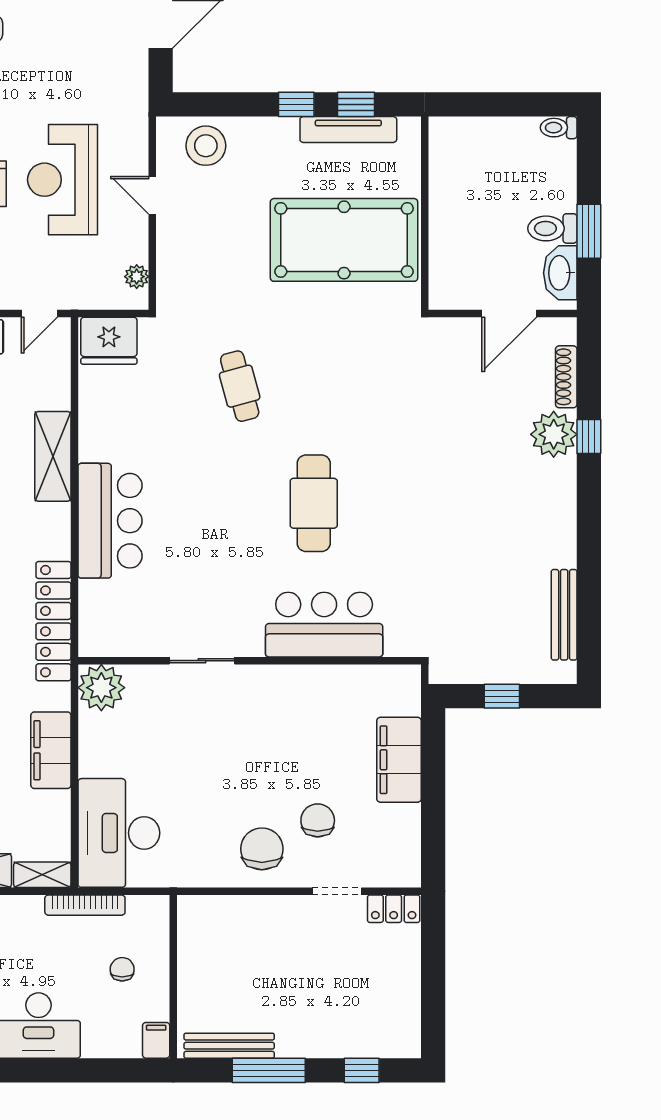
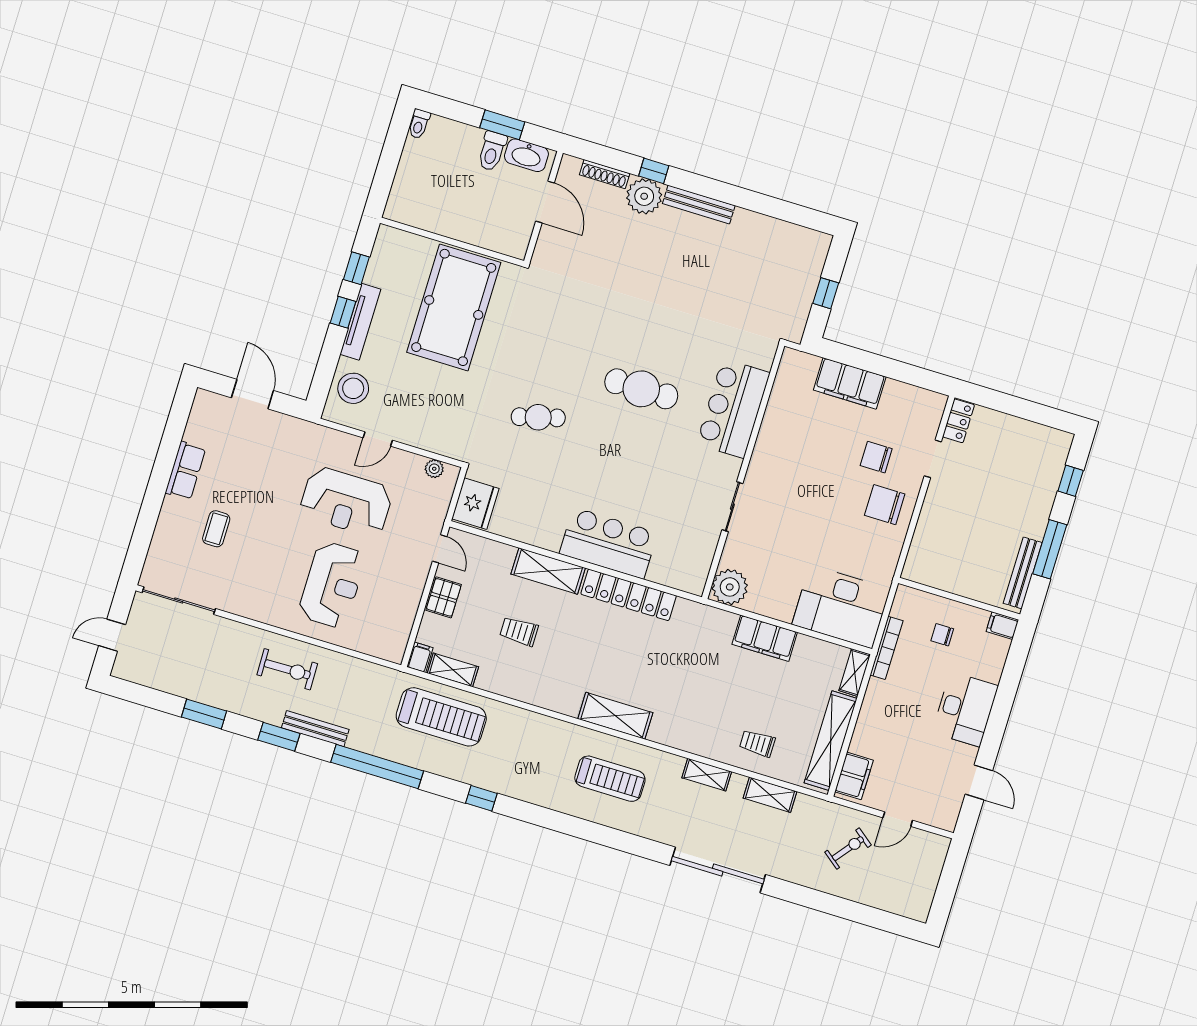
tv unit: (348, 130) -> (360, 322), moved
bench: (564, 615) -> (699, 204), moved
locker: (53, 621) -> (629, 595), moved

